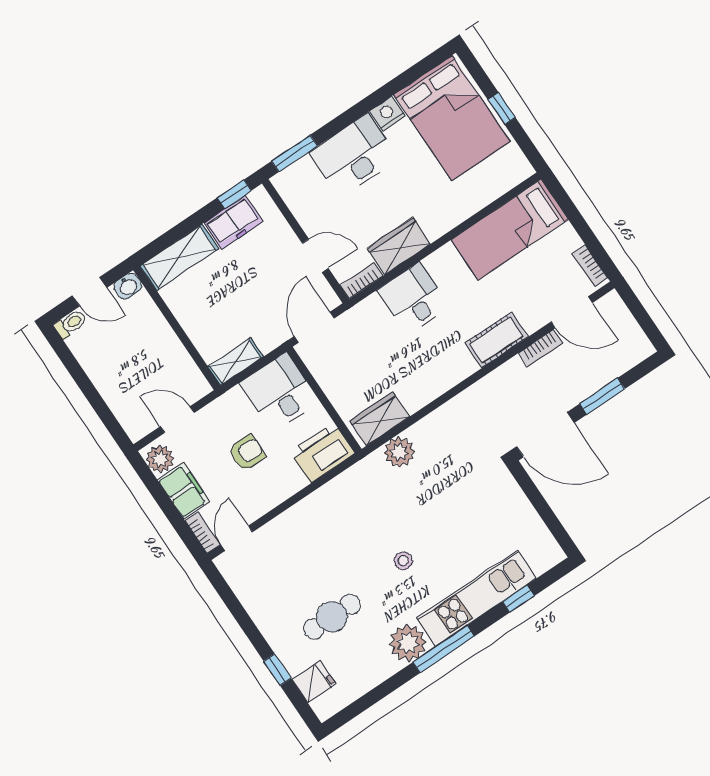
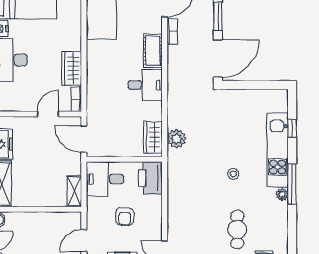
desk: (413, 299) -> (145, 85), moved, turned 180
armchair: (247, 453) -> (125, 216), turned 180
plant: (408, 643) -> (282, 194), width x0.53, depth x0.53

